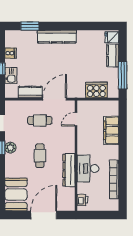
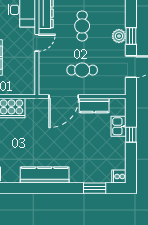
kitchen counter: (57, 37) -> (45, 175), moved
cooker: (10, 53) -> (119, 176), moved
door: (76, 119) -> (37, 43), moved

